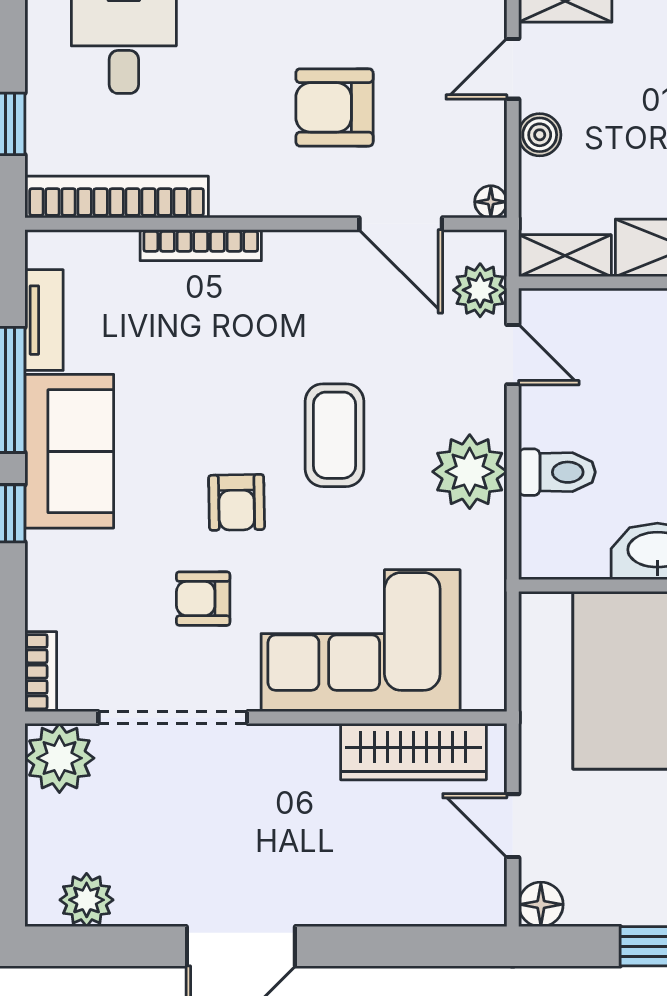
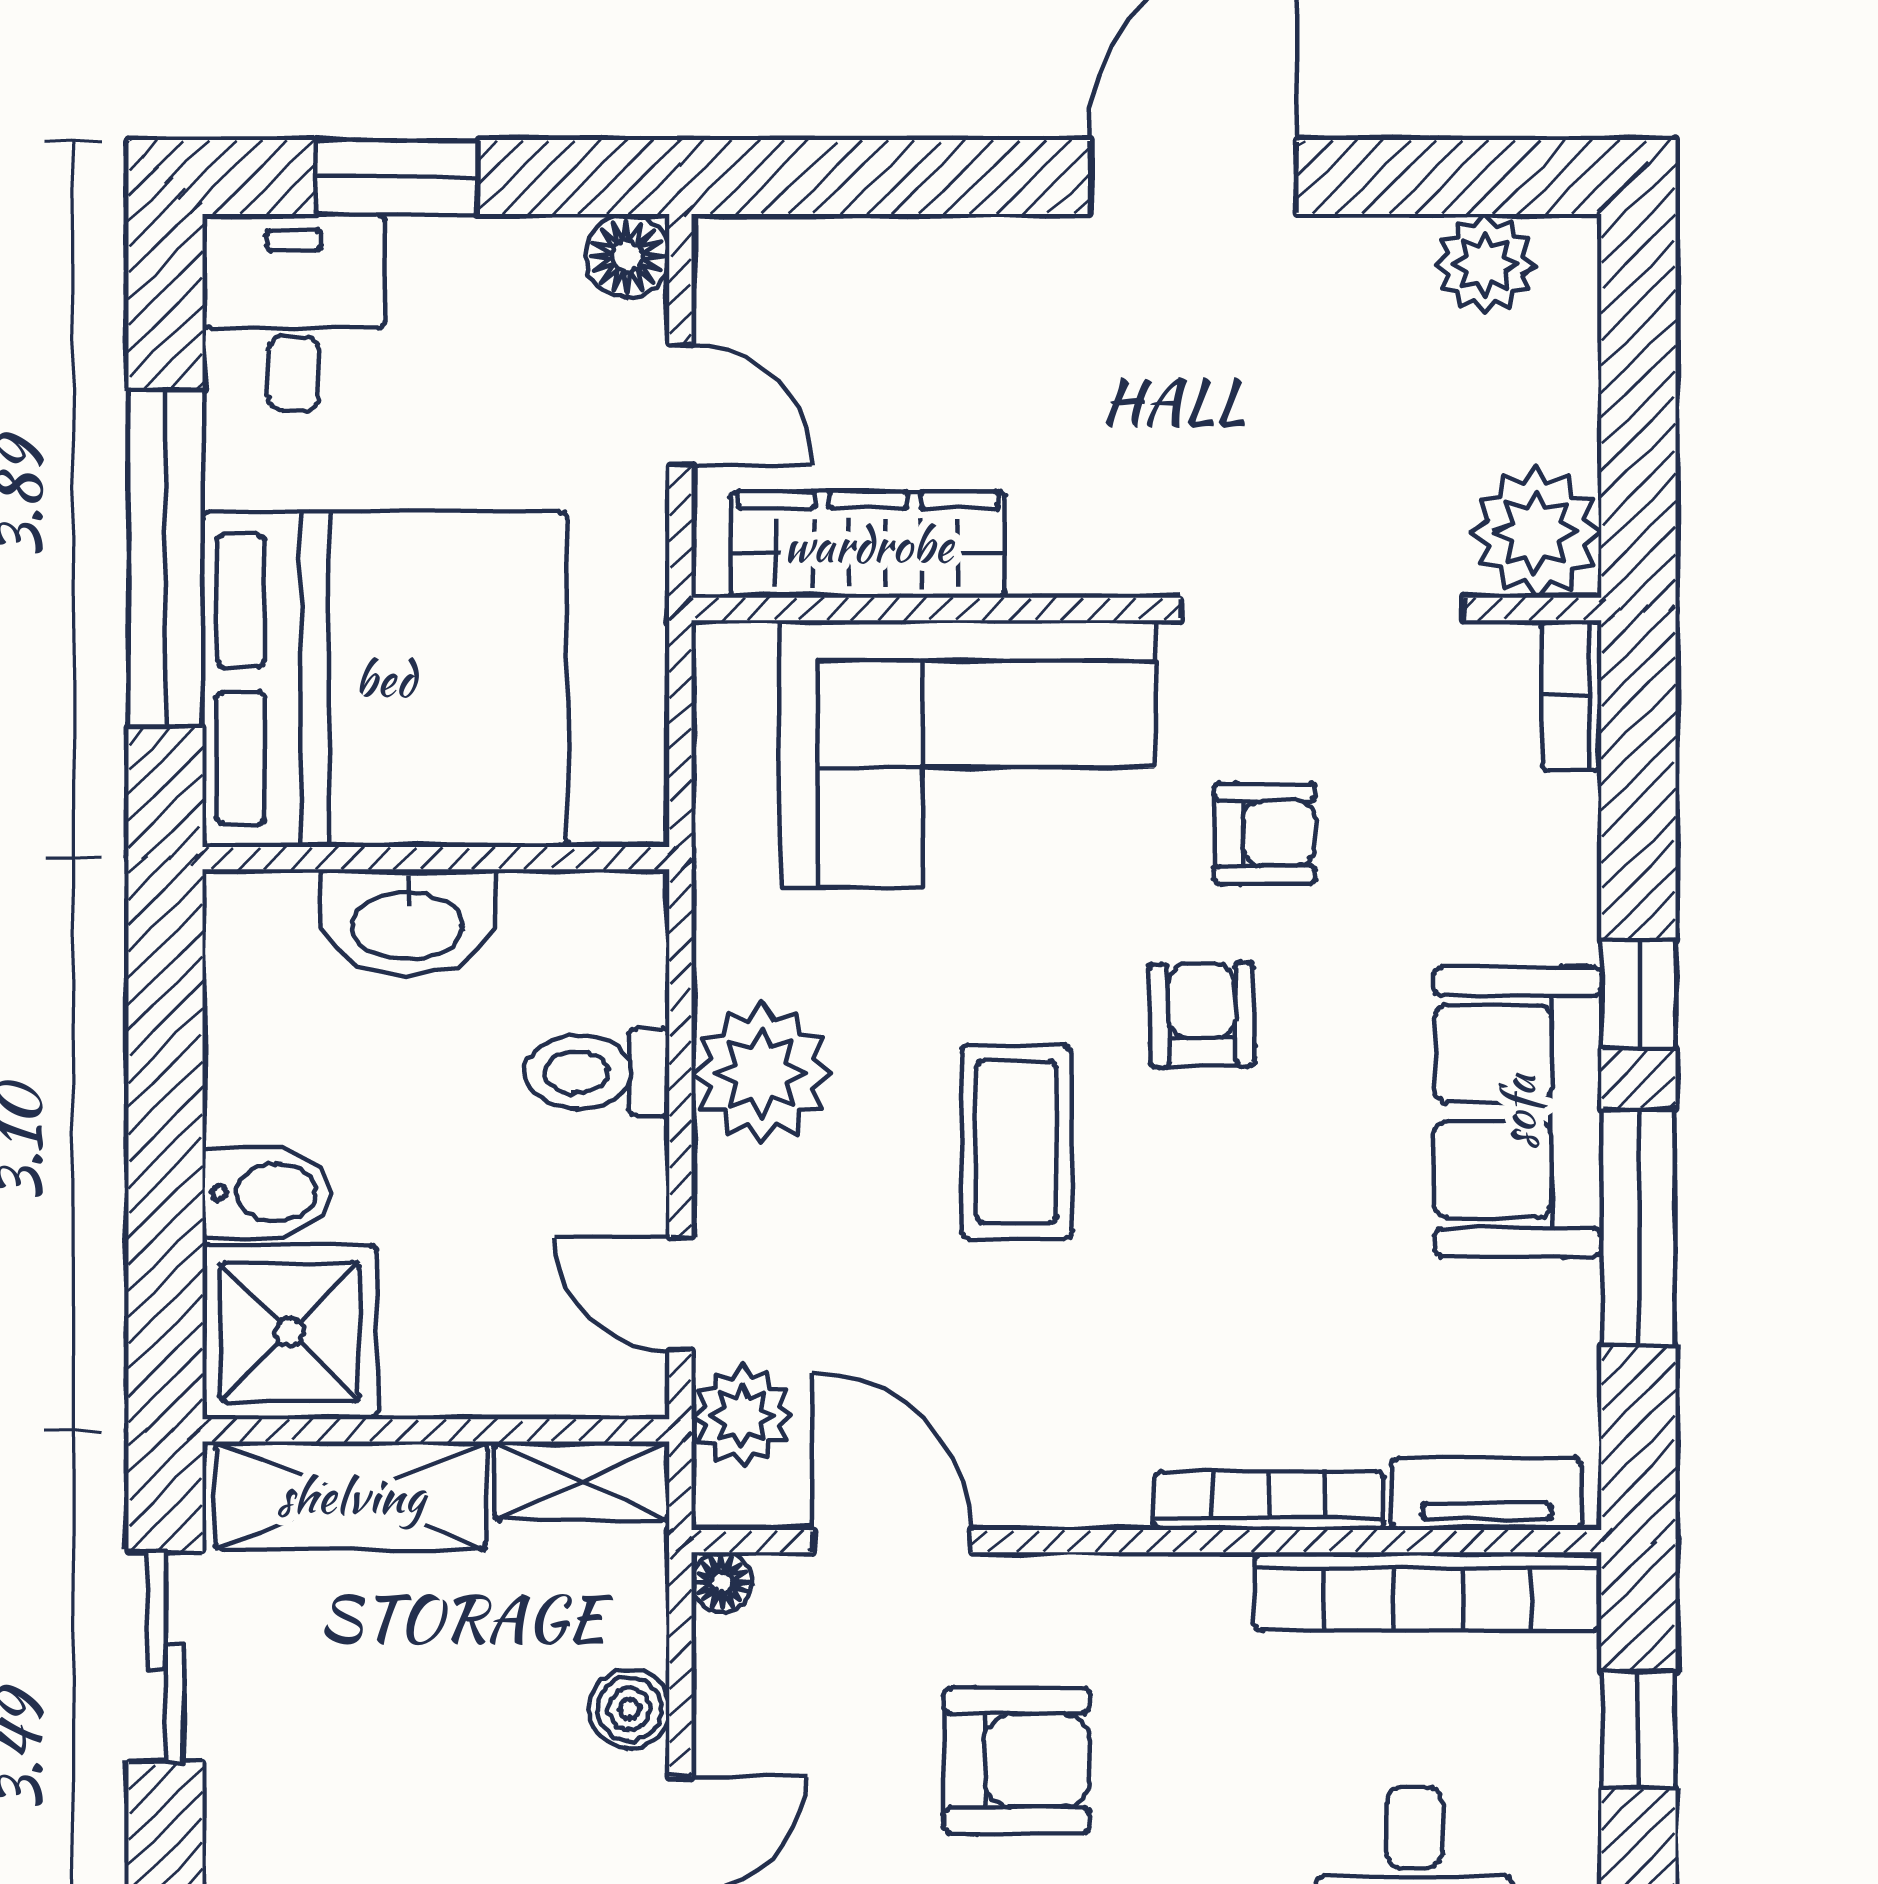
tv unit: (44, 320) -> (1486, 1494), moved, turned 90

